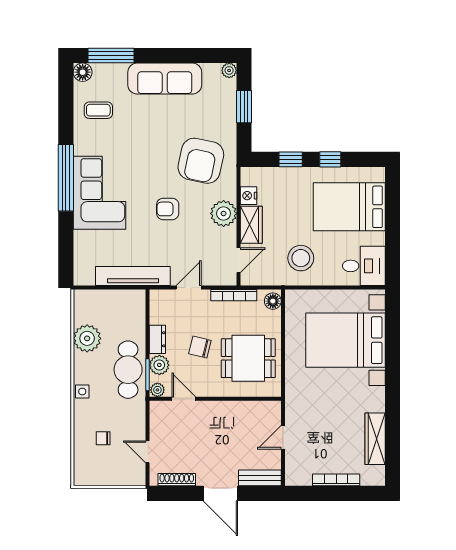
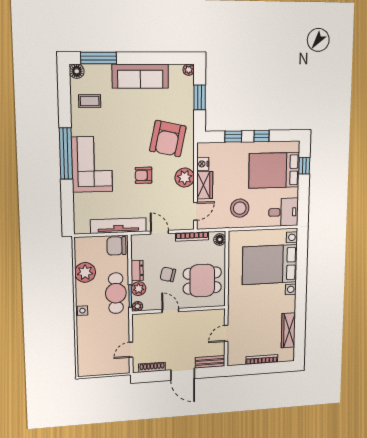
window: (392, 202) -> (304, 166), added
door: (189, 287) -> (160, 232), hinge flipped
door: (184, 399) -> (170, 311), moved
chair: (103, 438) -> (116, 246), moved, width x1.87, depth x1.87
door: (148, 452) -> (131, 350), hinge flipped

